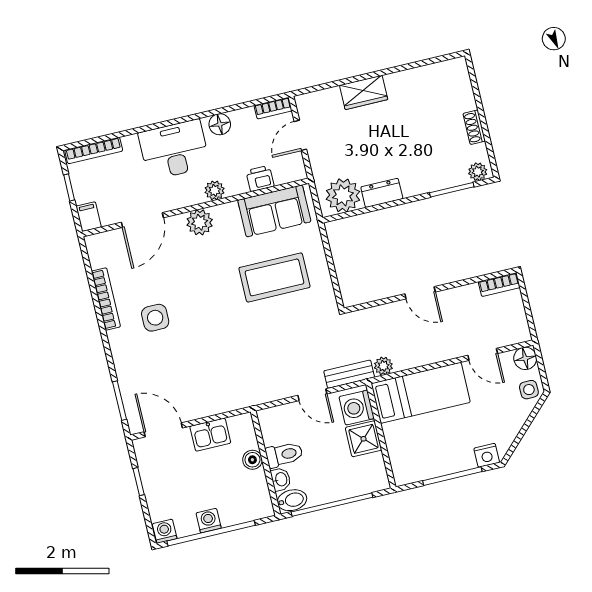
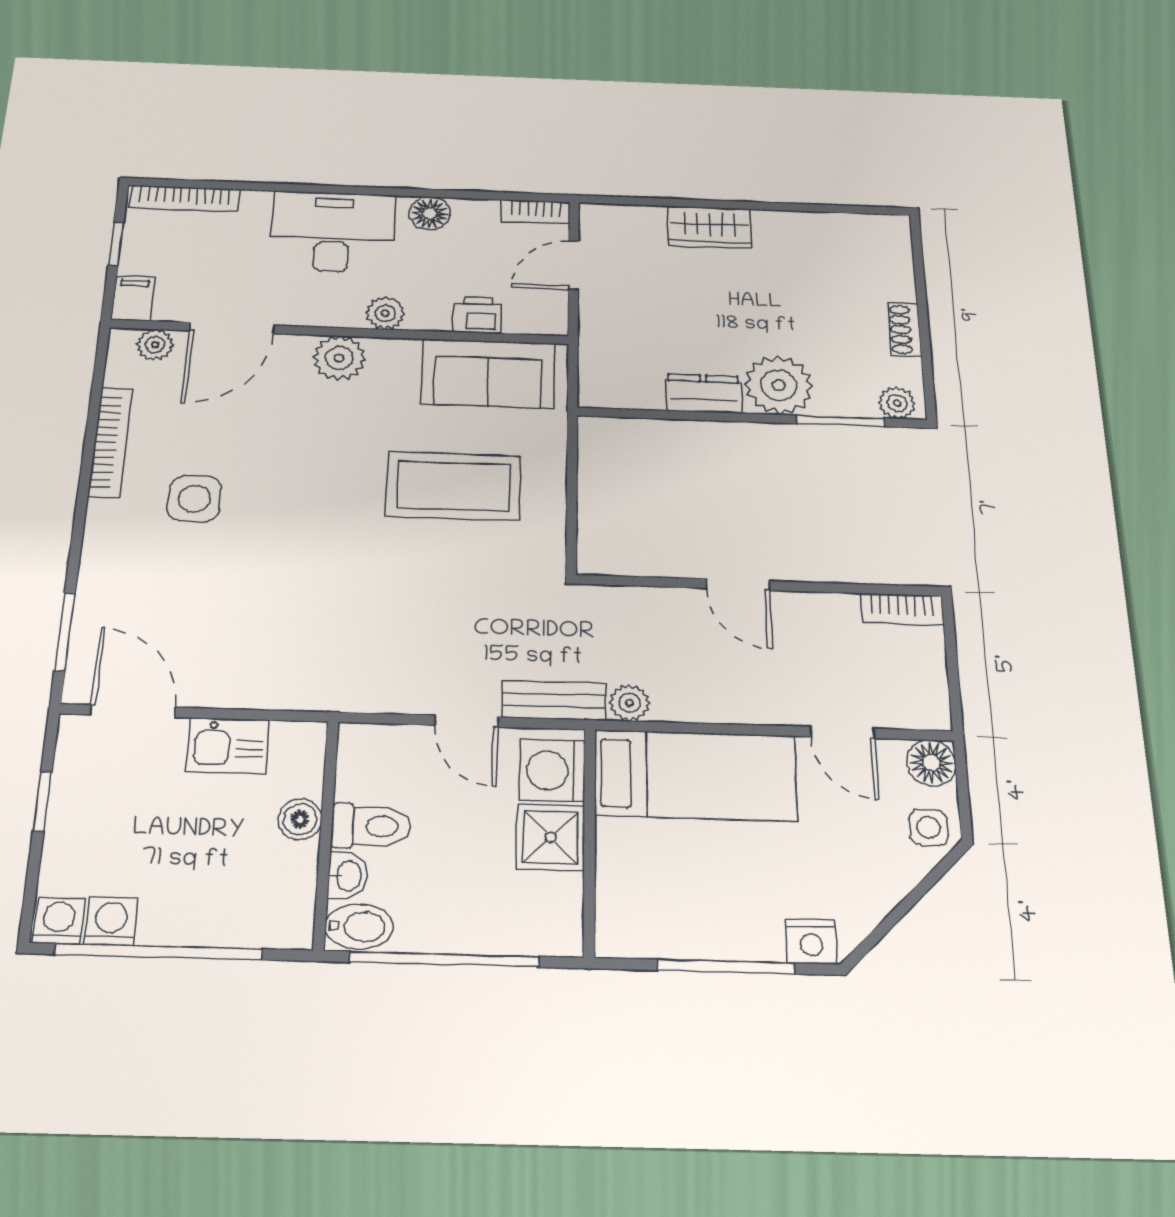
plant: (343, 195) -> (779, 385), moved
plant: (108, 240) -> (155, 345), added
washing machine: (209, 521) -> (111, 921), moved

